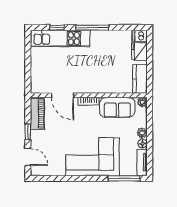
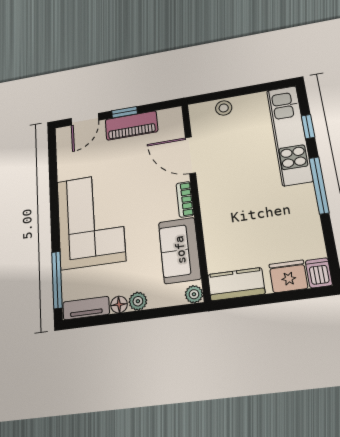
stool: (37, 73) -> (224, 108), added
door: (63, 95) -> (190, 155), hinge flipped
piano: (37, 114) -> (131, 126), moved

